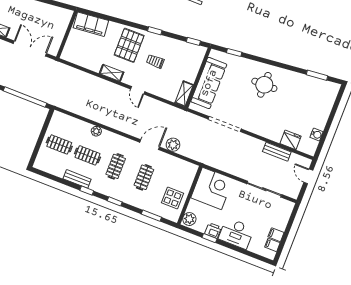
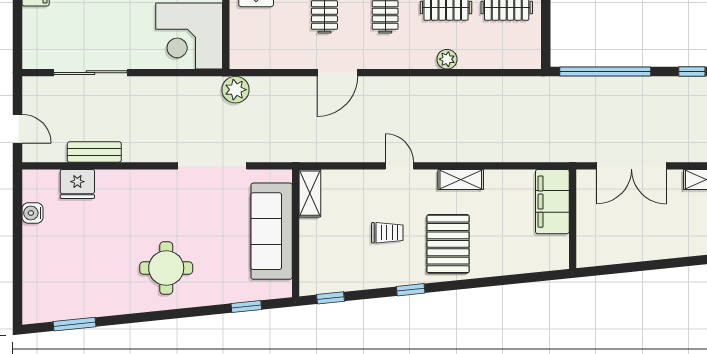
filing cabinet: (91, 24) -> (552, 202), moved, turned -84
plant: (173, 145) -> (236, 90), moved

